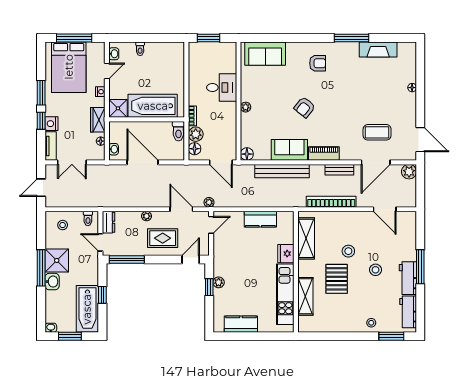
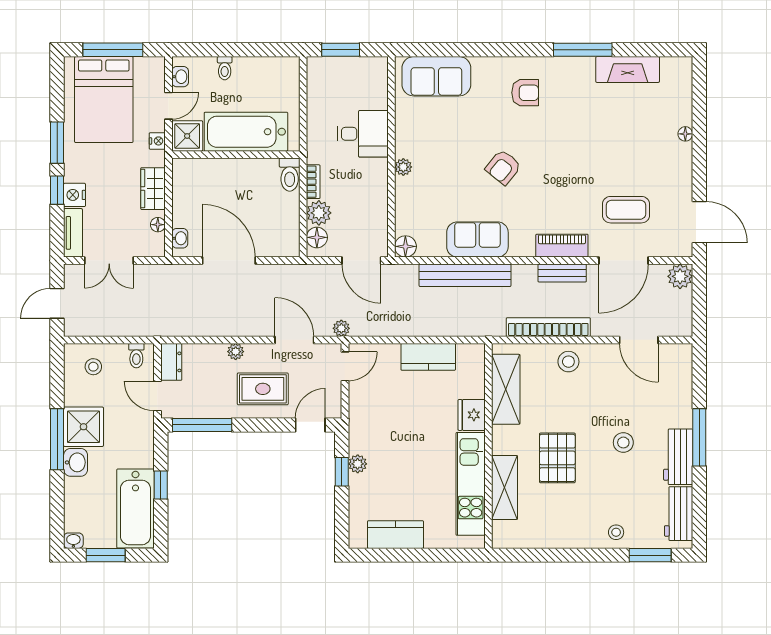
bathtub: (153, 106) -> (246, 132), moved
shower: (118, 108) -> (187, 136), moved
wall: (147, 119) -> (236, 155), moved
toilet: (178, 131) -> (290, 175), moved
piano: (324, 154) -> (562, 246), moved
stool: (348, 251) -> (568, 362), moved

